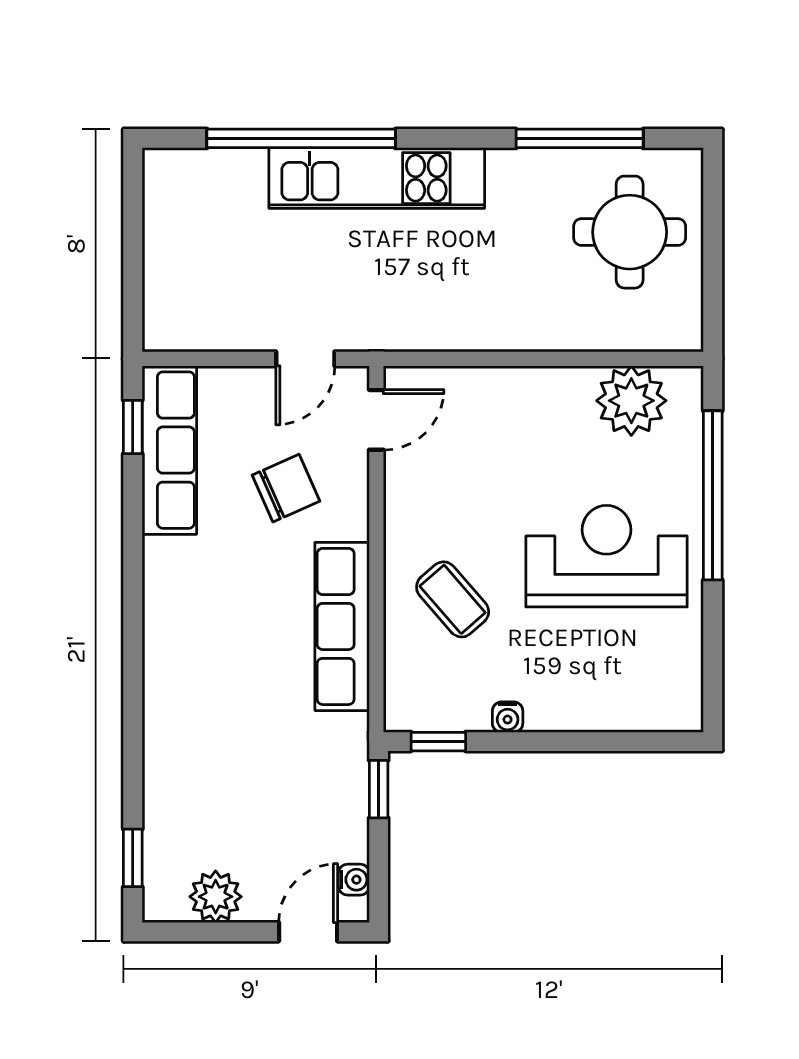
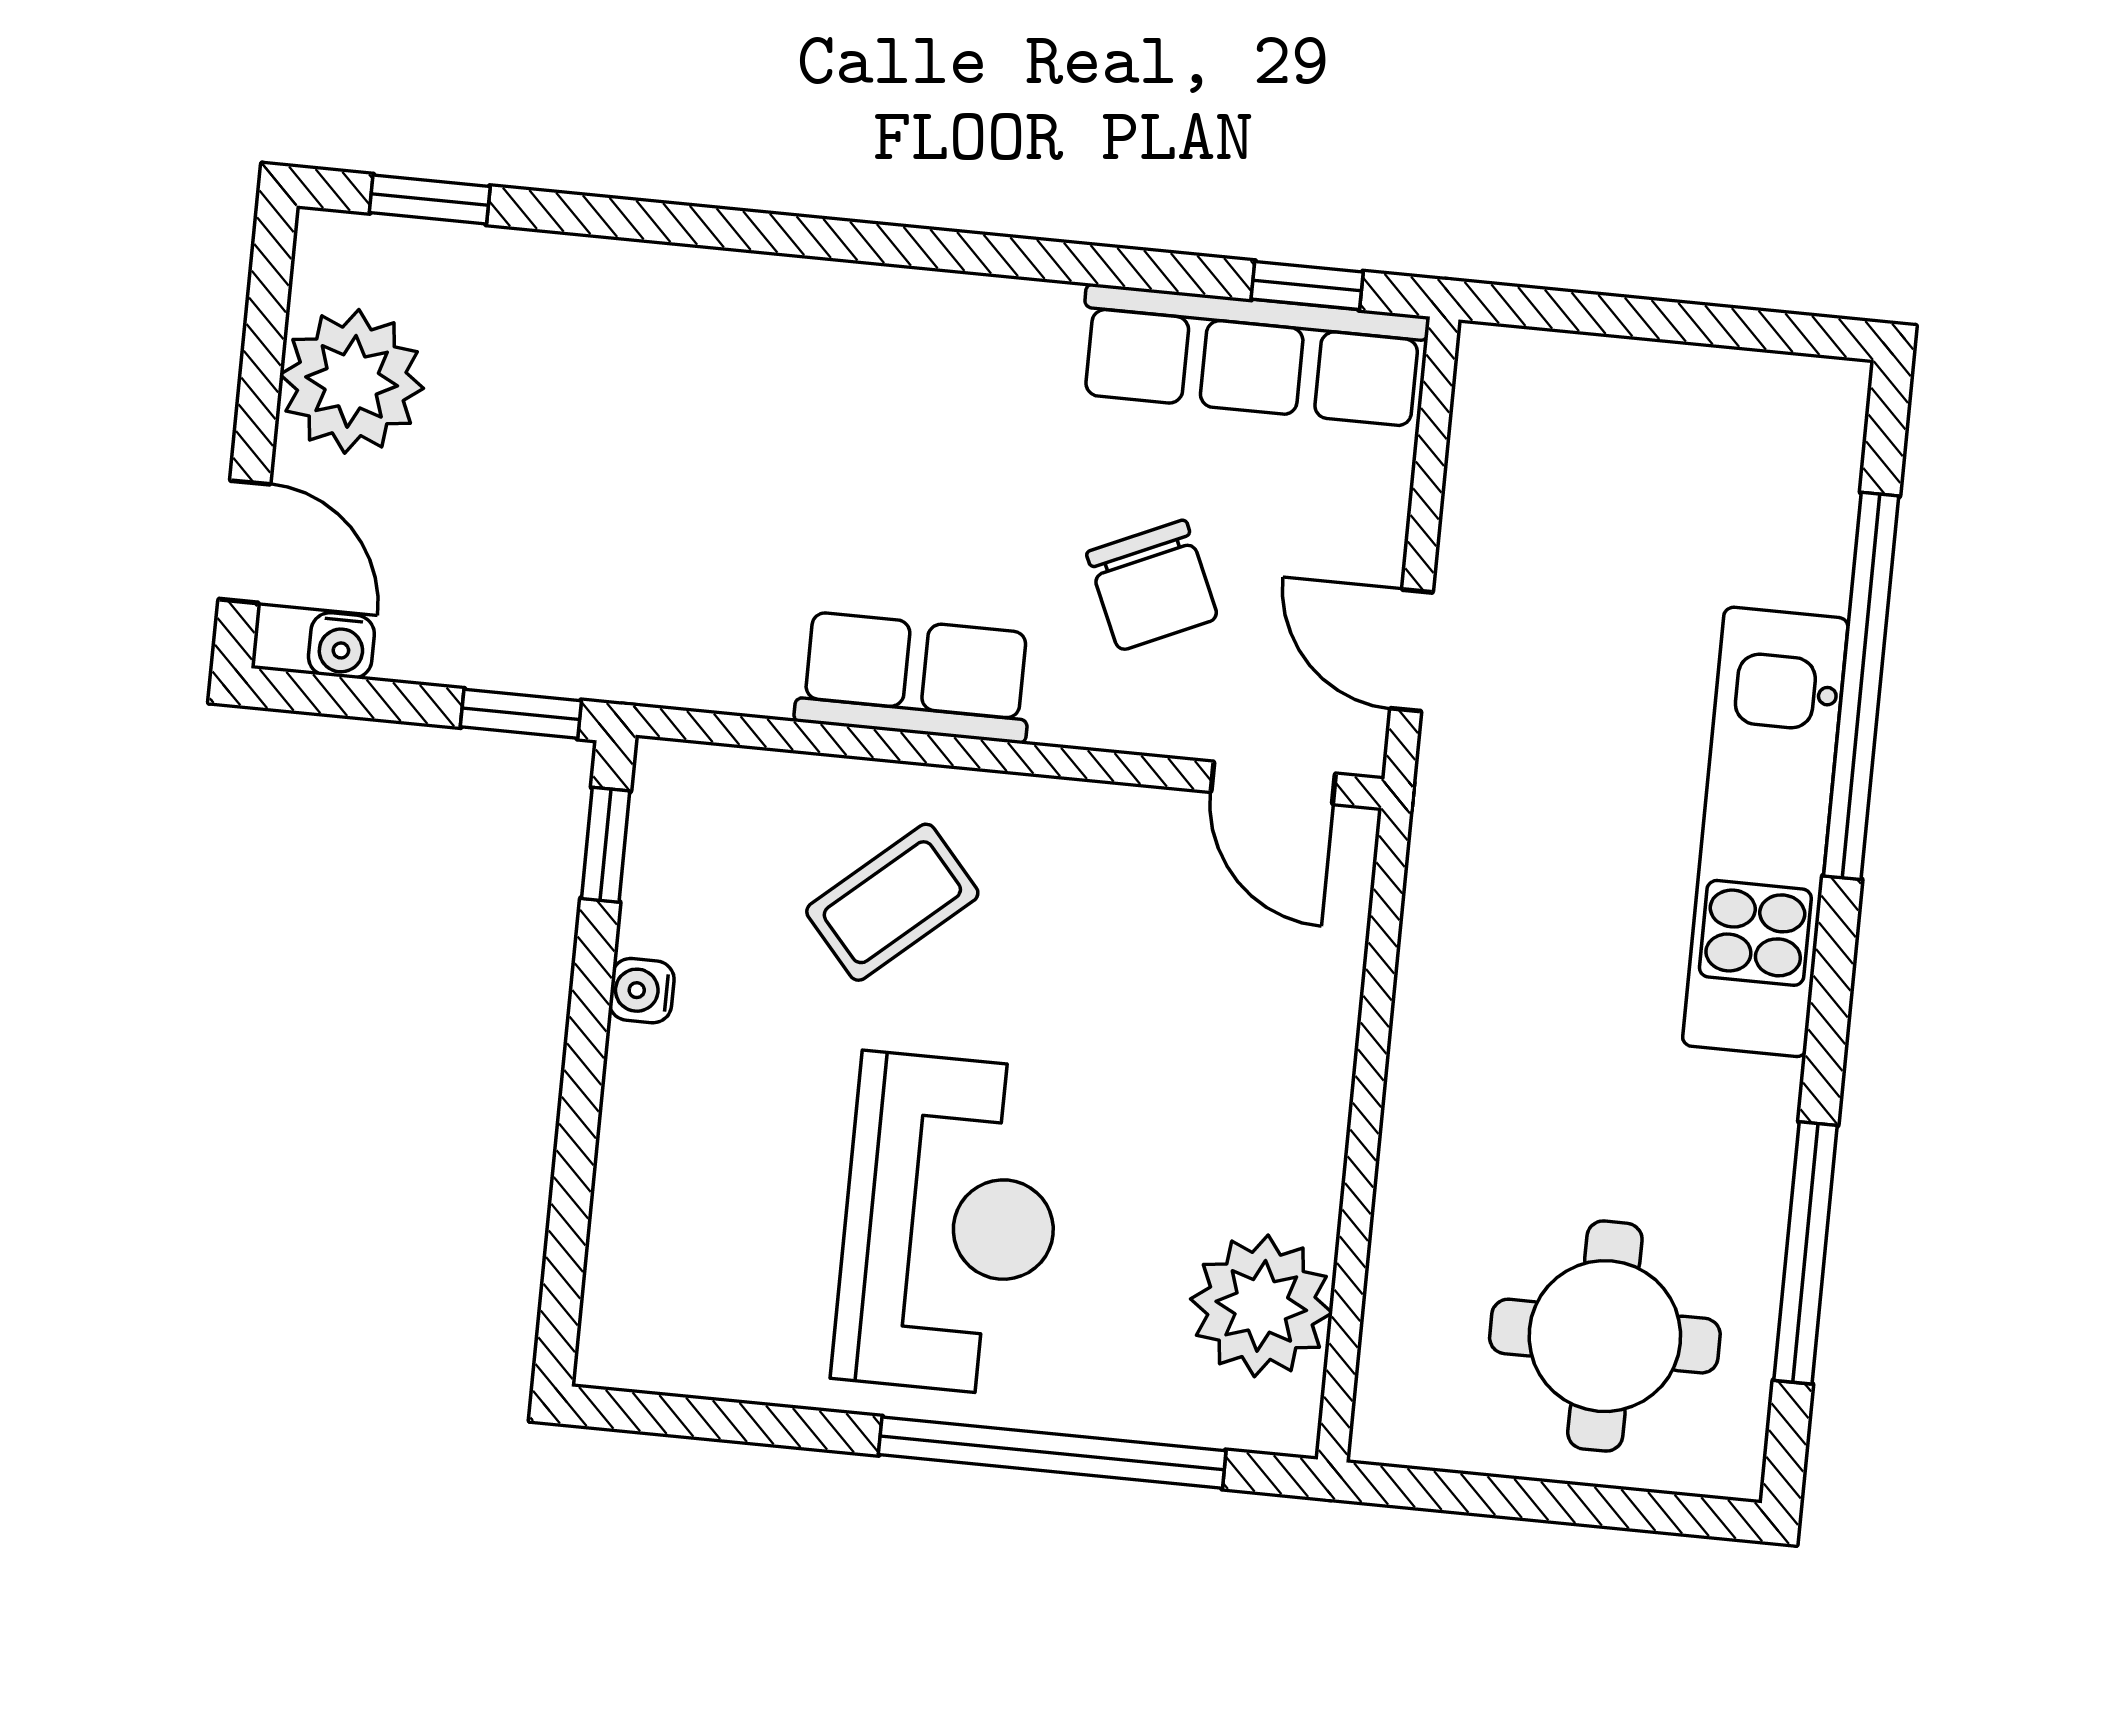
row of seats: (342, 626) -> (915, 677), width x0.68
plant: (216, 897) -> (352, 381), width x1.36, depth x1.36

